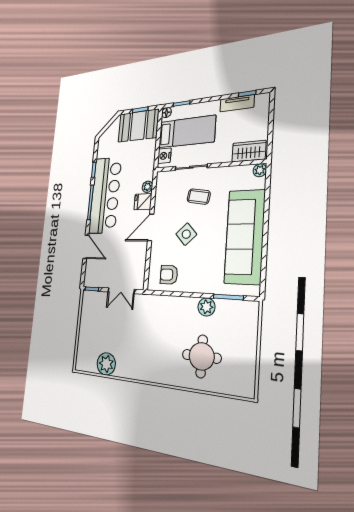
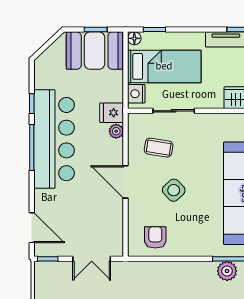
coffee table: (199, 197) -> (159, 148), moved
fridge: (143, 202) -> (112, 113), moved
door: (151, 227) -> (126, 182), hinge flipped
door: (86, 247) -> (32, 228), moved
armchair: (169, 275) -> (155, 237), turned 90
plant: (206, 307) -> (227, 271), moved

